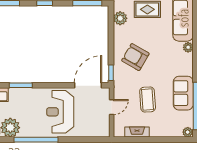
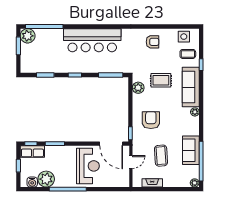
armchair: (135, 57) -> (151, 120), turned 60
door: (88, 85) -> (111, 144), swing flipped
reception desk: (60, 112) -> (88, 166), turned 180

